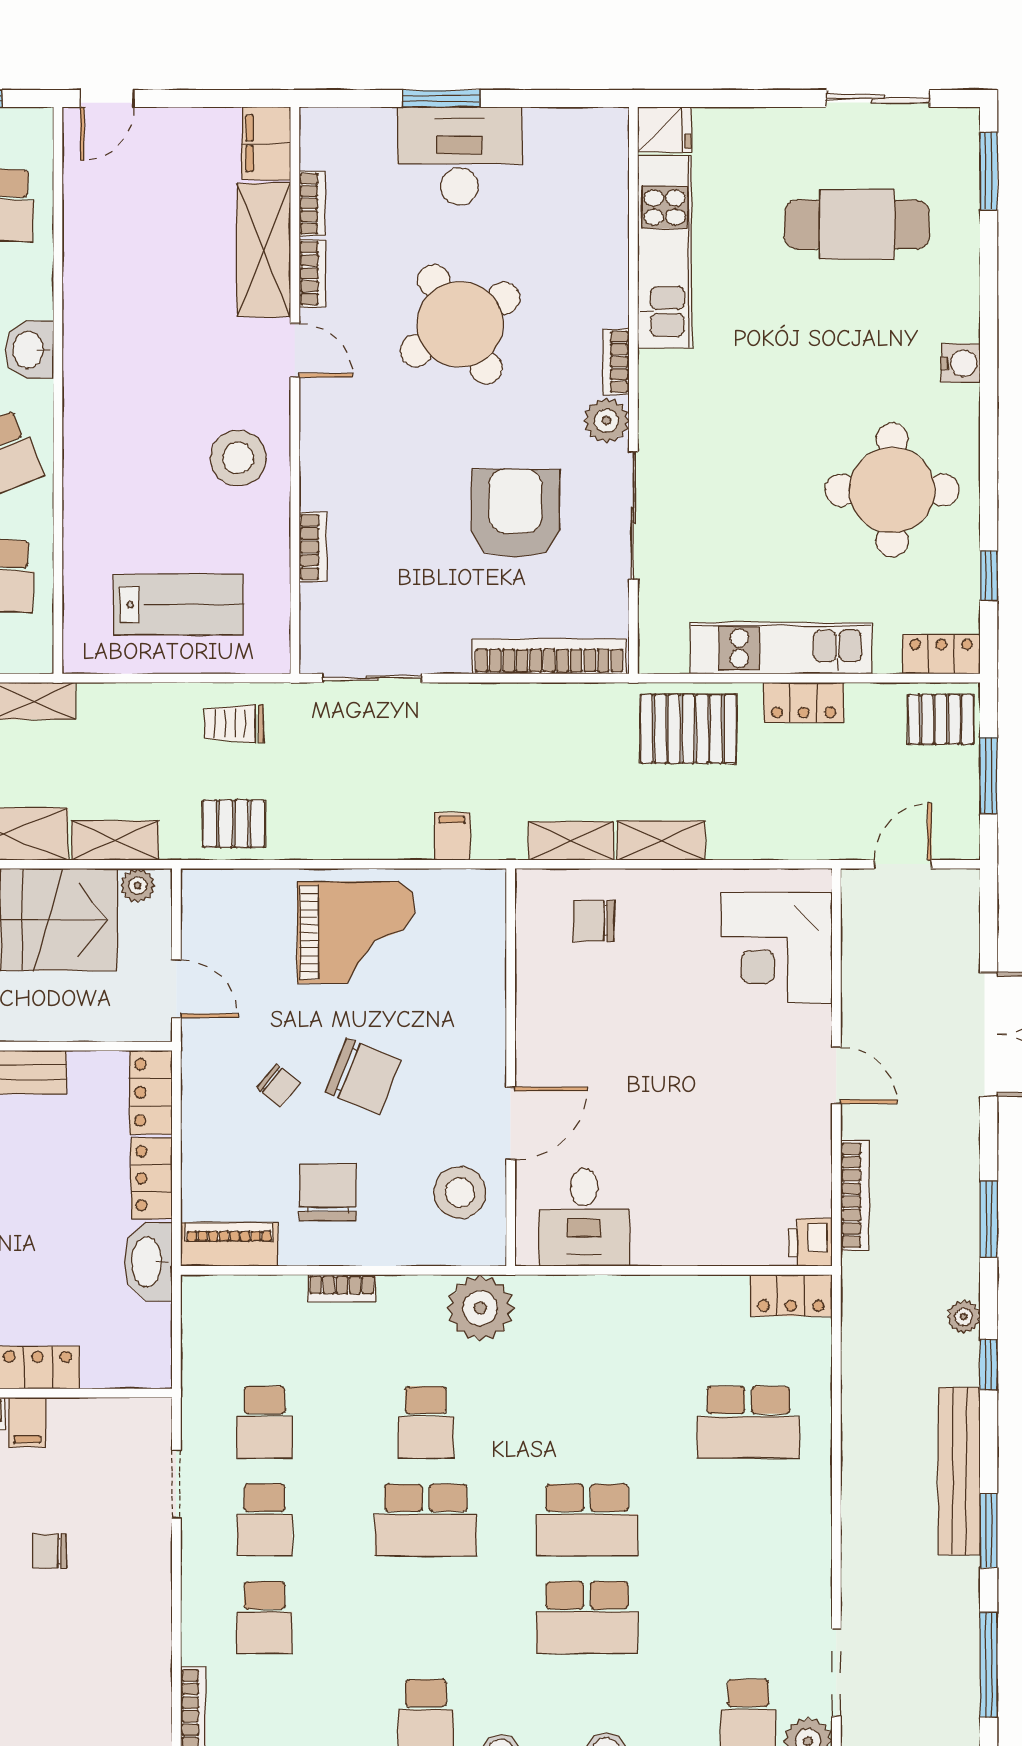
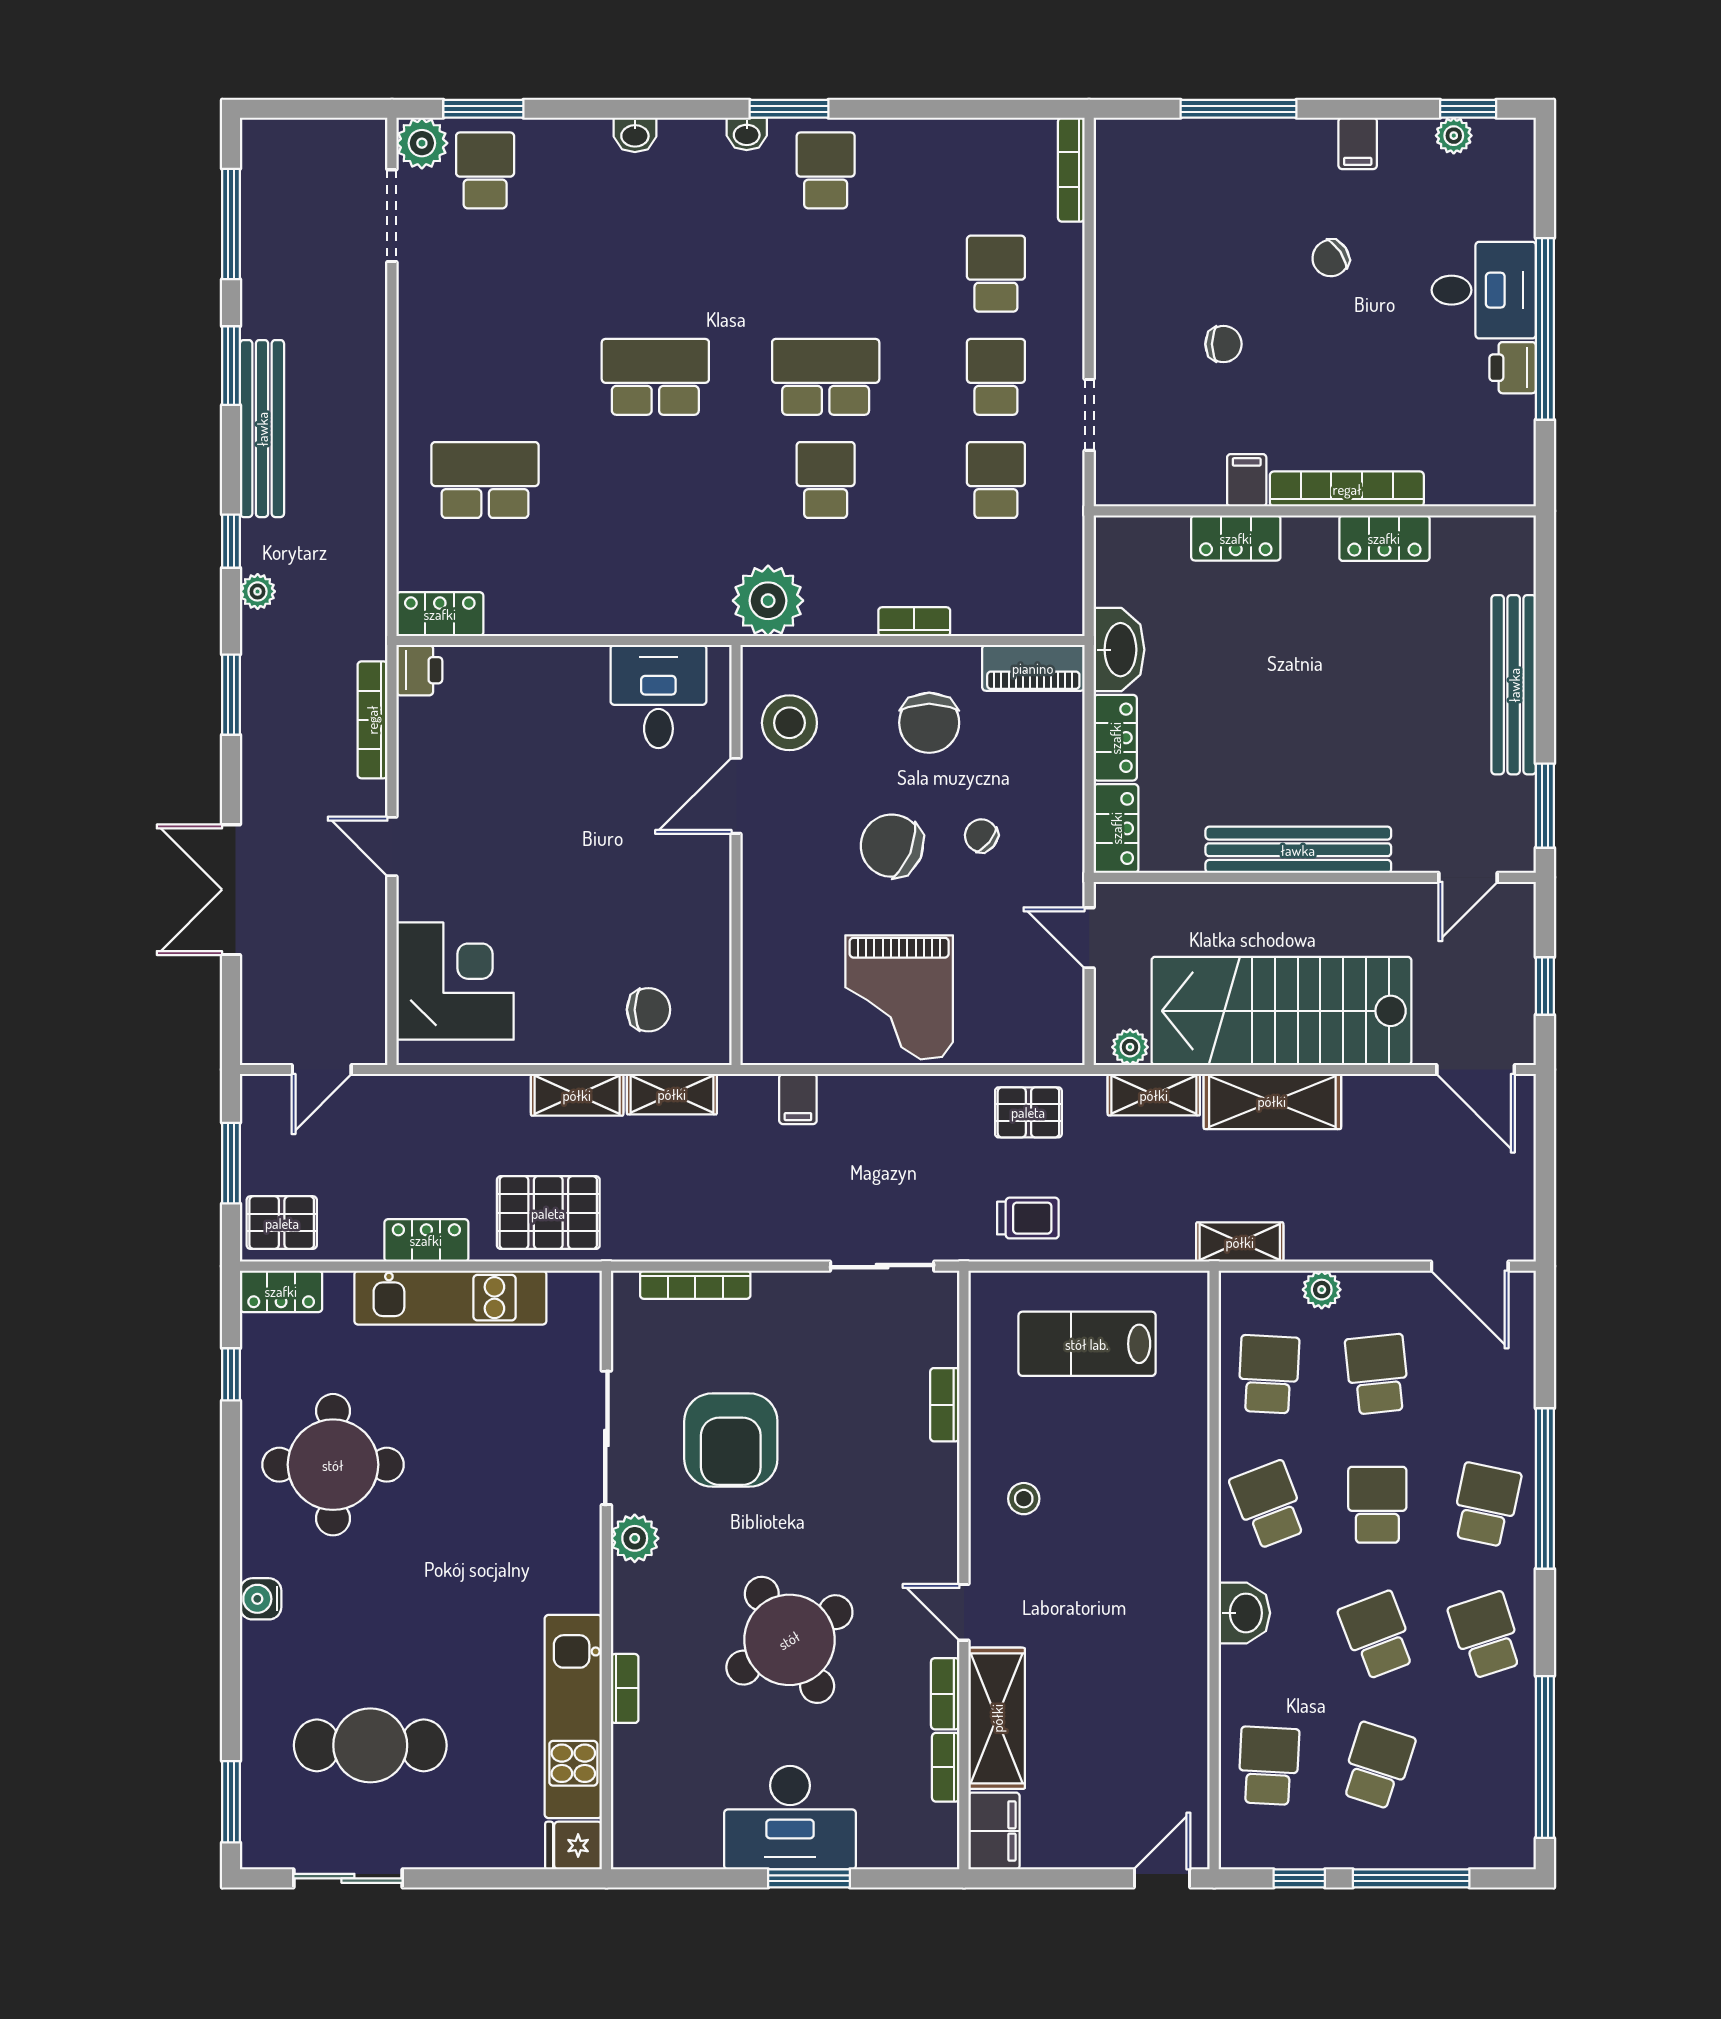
bookcase: (616, 362) -> (625, 1688), moved
stool: (238, 458) -> (1024, 1499), width x0.53, depth x0.53
bookcase: (549, 656) -> (695, 1285), width x0.68, depth x0.76
grand piano: (356, 933) -> (899, 997), turned -90
school desk: (587, 1618) -> (655, 274), removed

